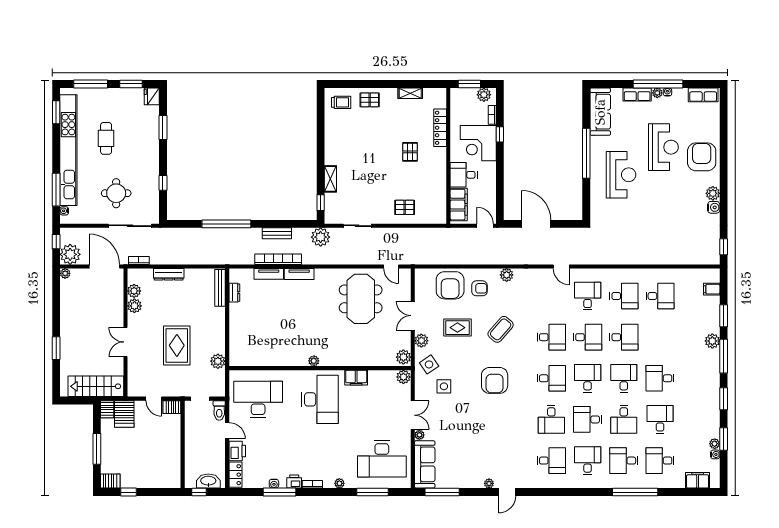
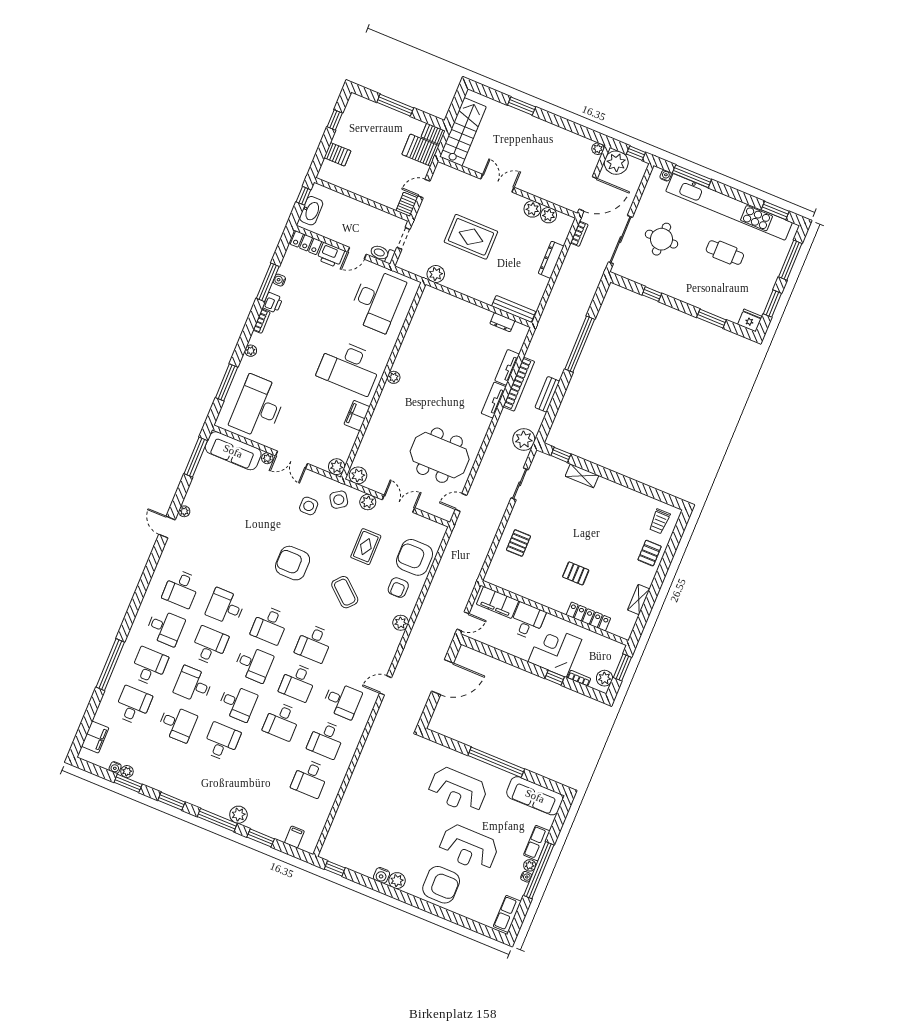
server rack: (110, 481) -> (337, 154), moved, turned -90

